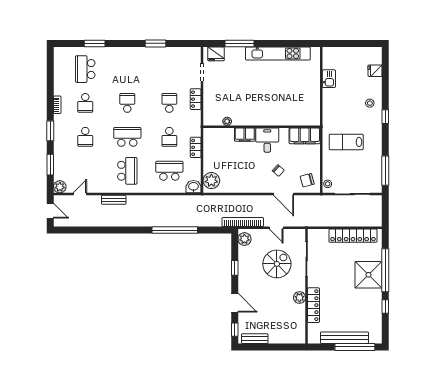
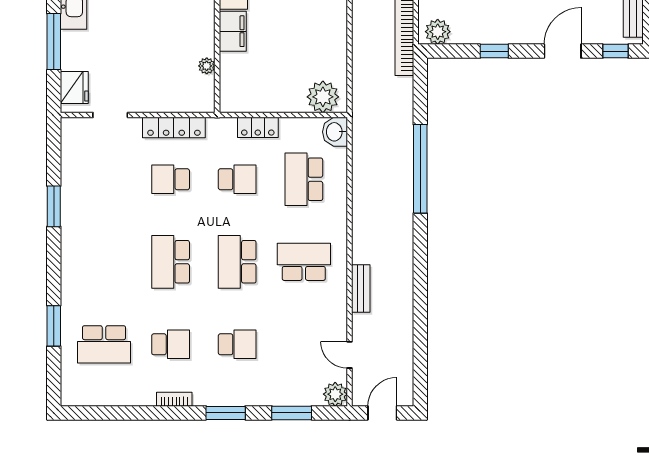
locker: (196, 99) -> (174, 128), width x1.53
school desk: (127, 103) -> (171, 262), width x1.85

